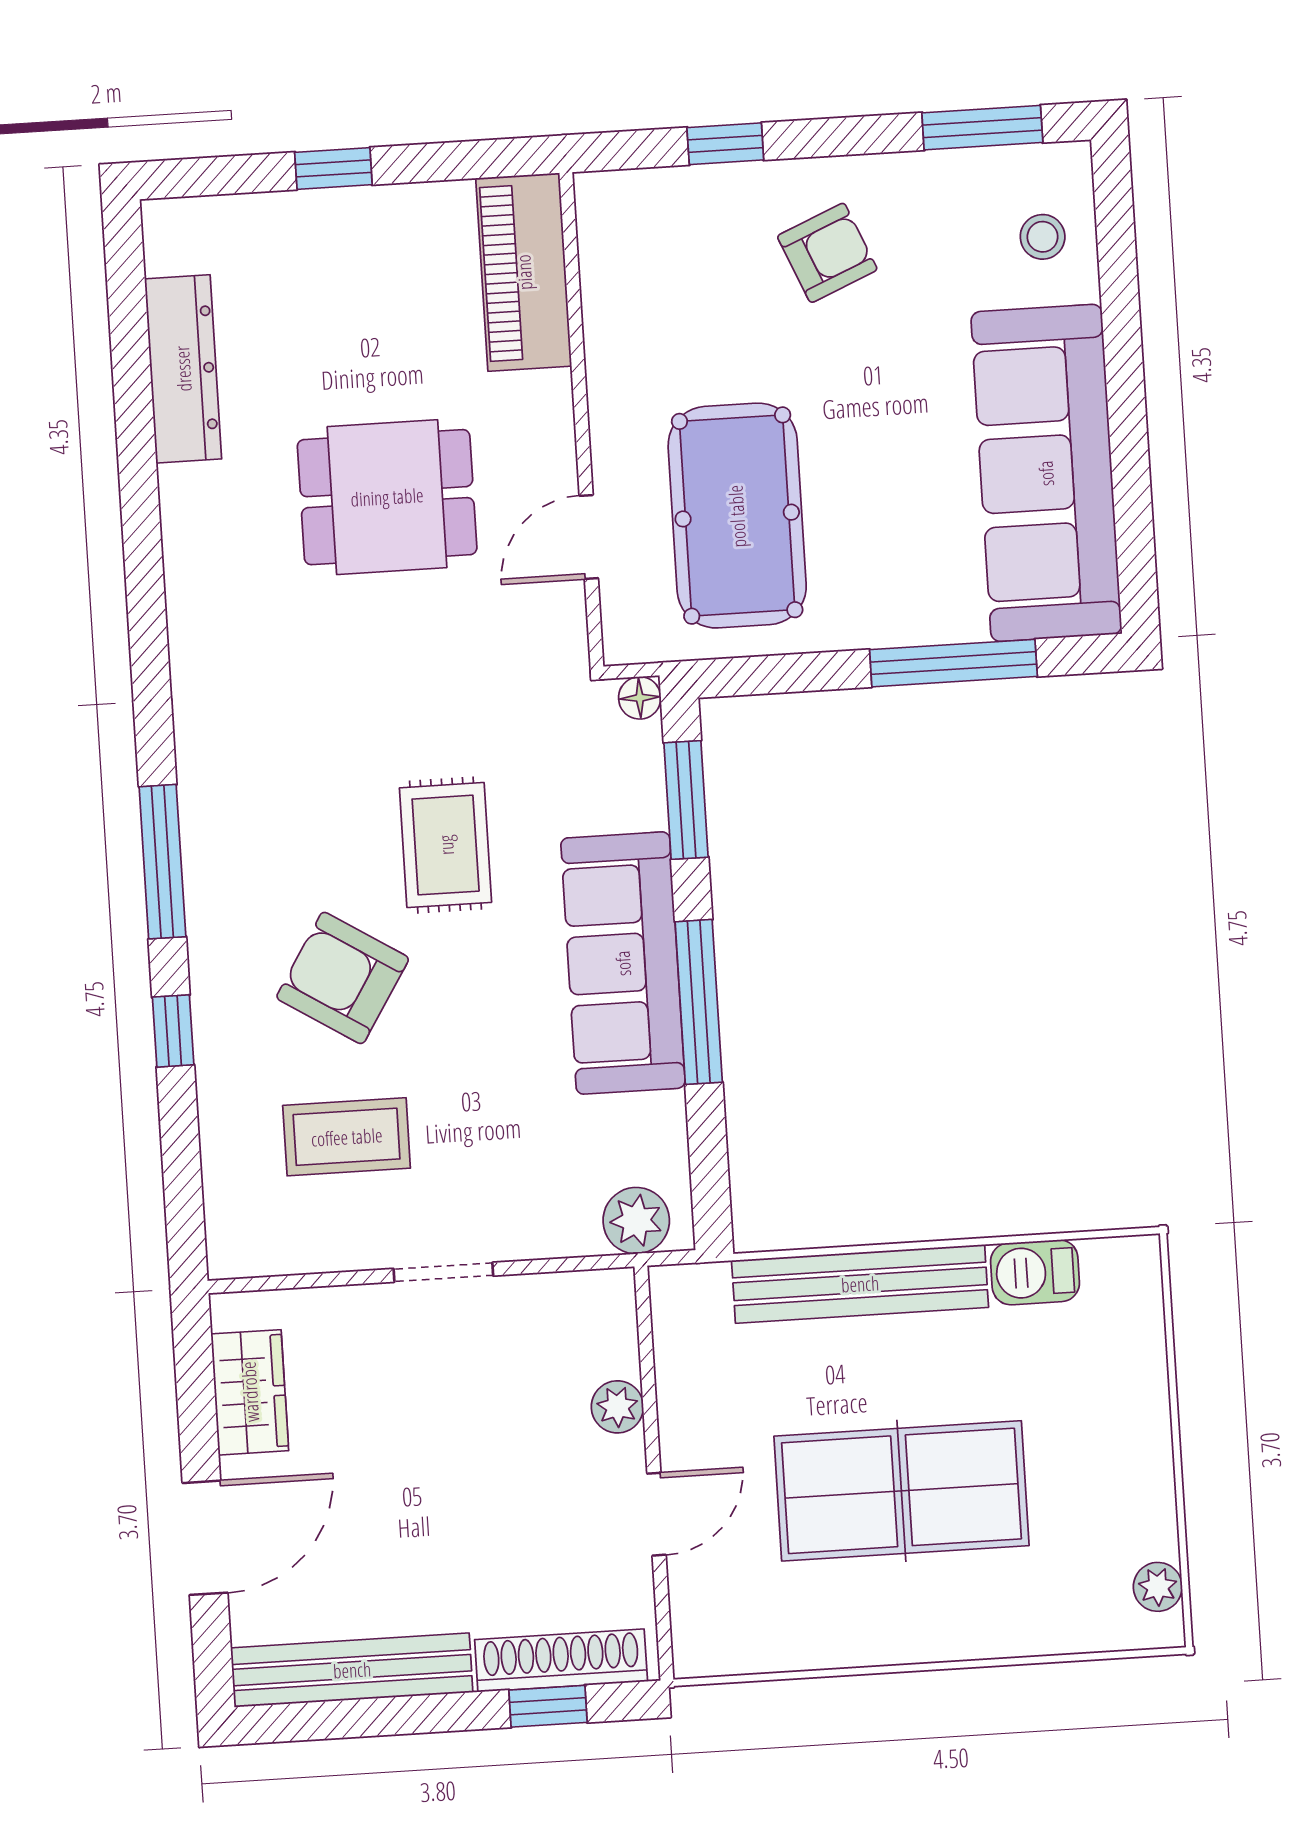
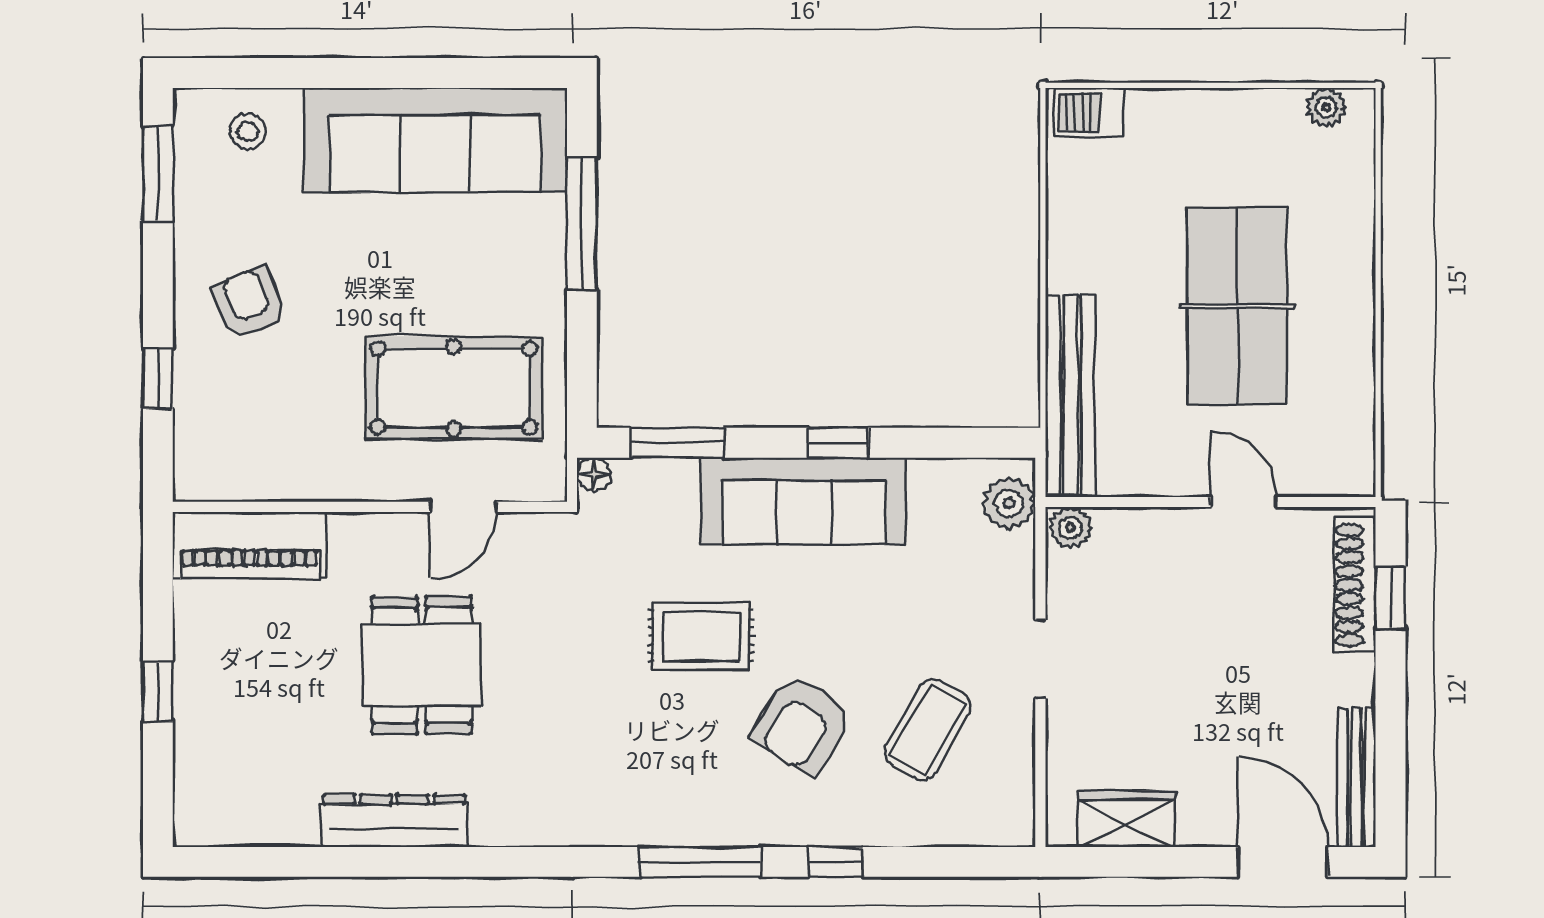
dresser: (183, 369) -> (394, 821), moved
door: (589, 537) -> (463, 507), hinge flipped
window: (699, 1002) -> (838, 443), width x0.46
coffee table: (347, 1137) -> (928, 729), turned 30
barbecue: (1035, 1272) -> (1089, 112), moved, turned 90
bench: (860, 1284) -> (1070, 396), moved
plant: (617, 1407) -> (1071, 528), moved
door: (205, 1538) -> (1283, 862), moved
bench: (352, 1670) -> (1356, 777), width x0.73, depth x0.82

